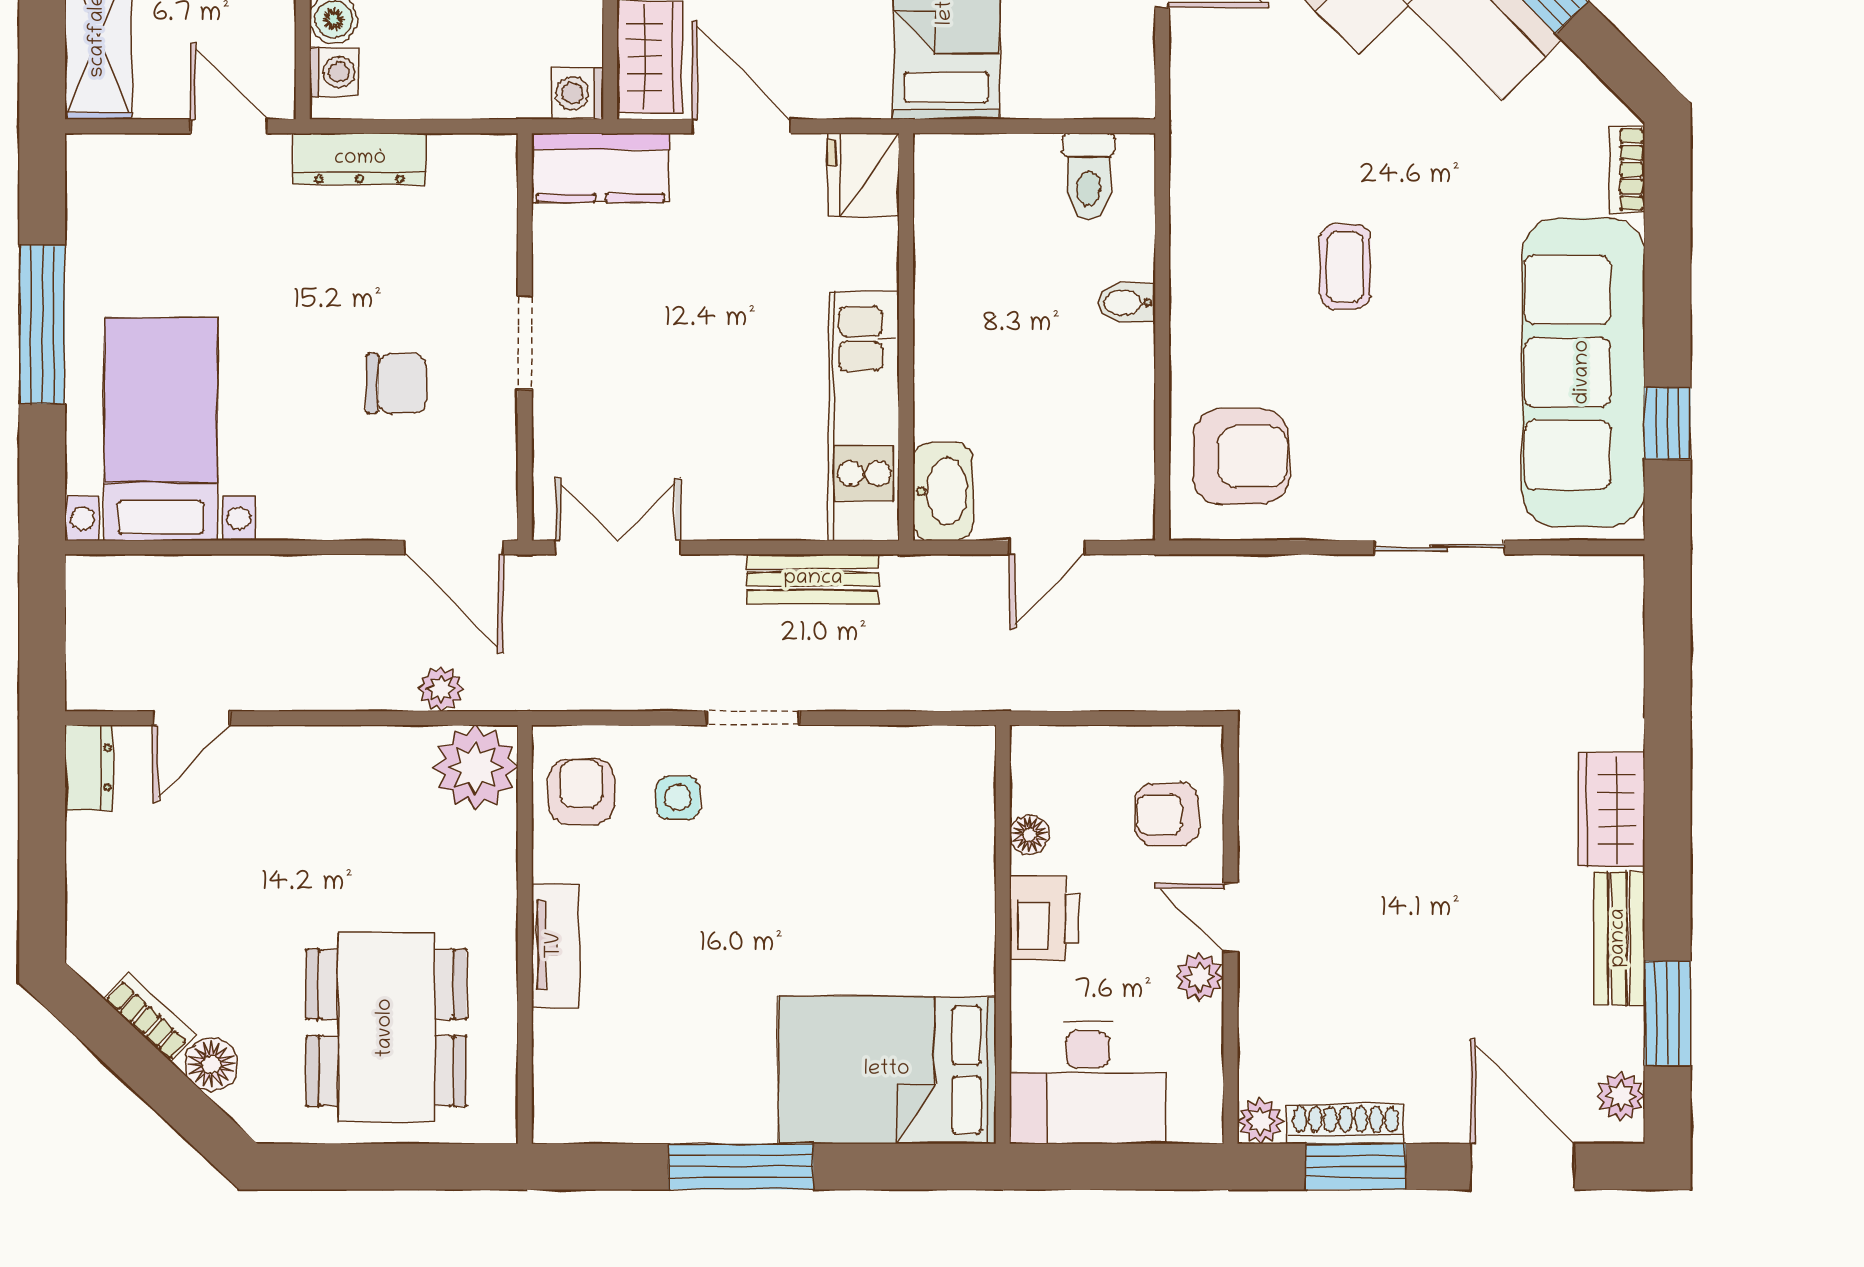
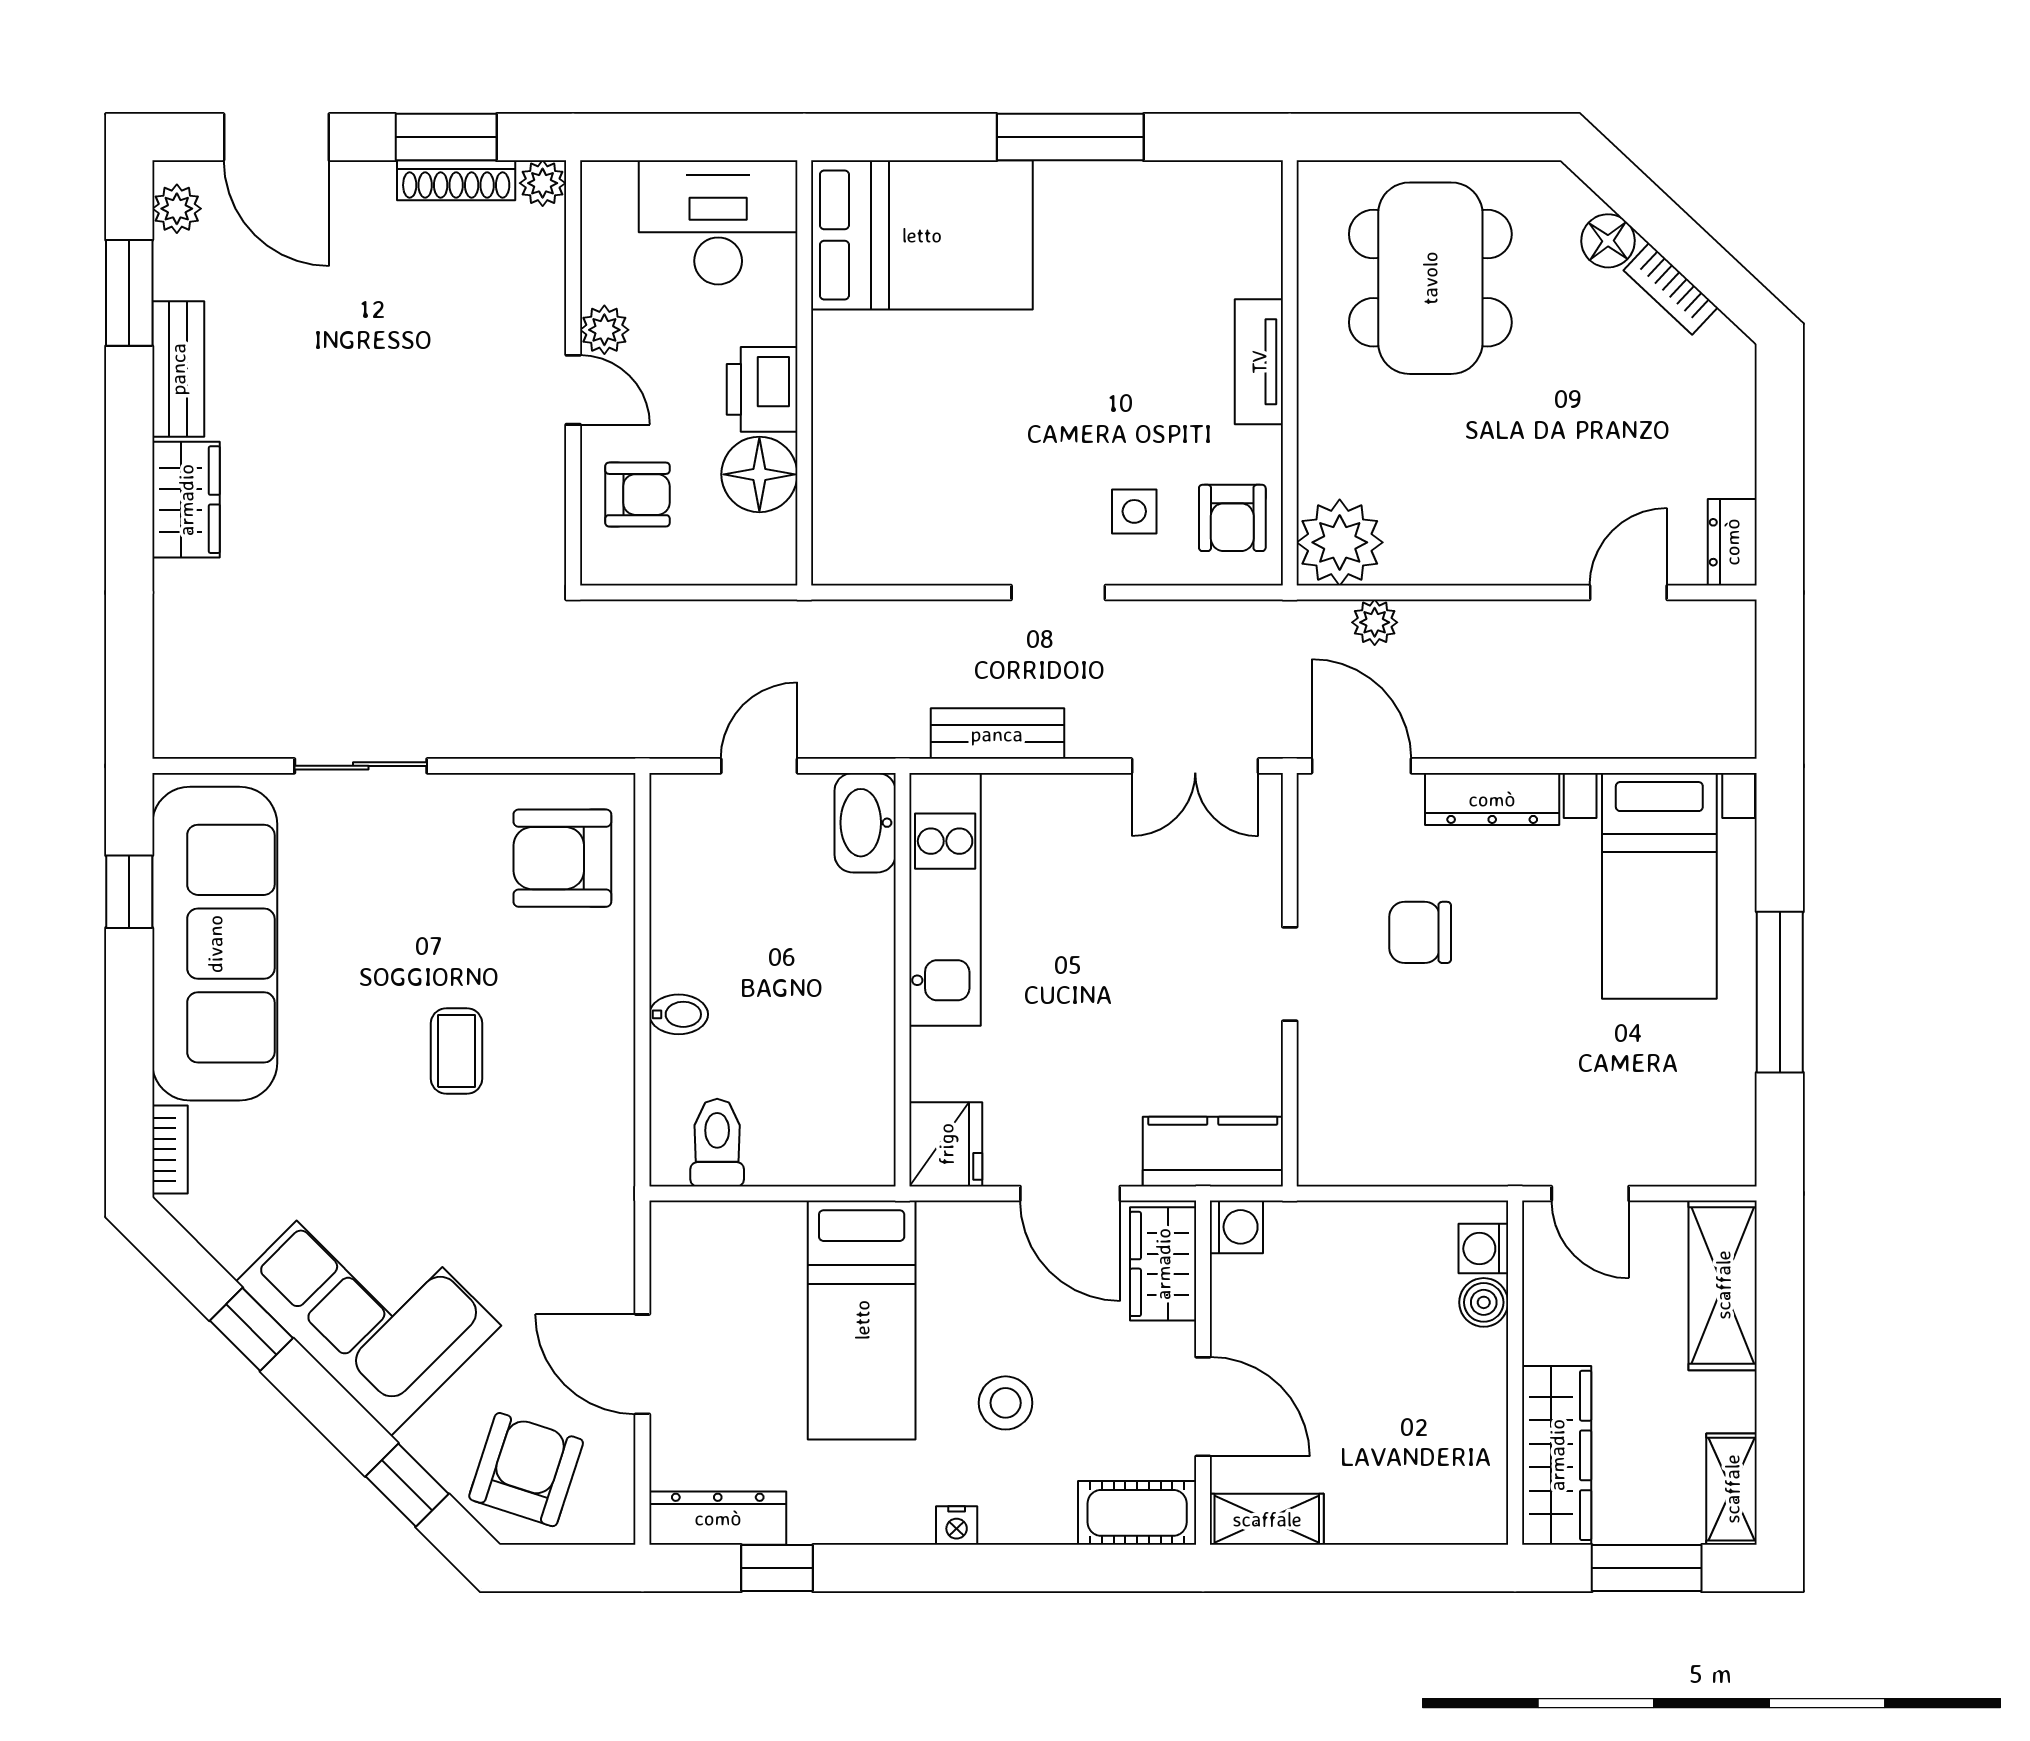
dresser: (360, 159) -> (1492, 799), moved, turned 180
floor lamp: (1029, 834) -> (759, 474), width x1.89, depth x1.89

